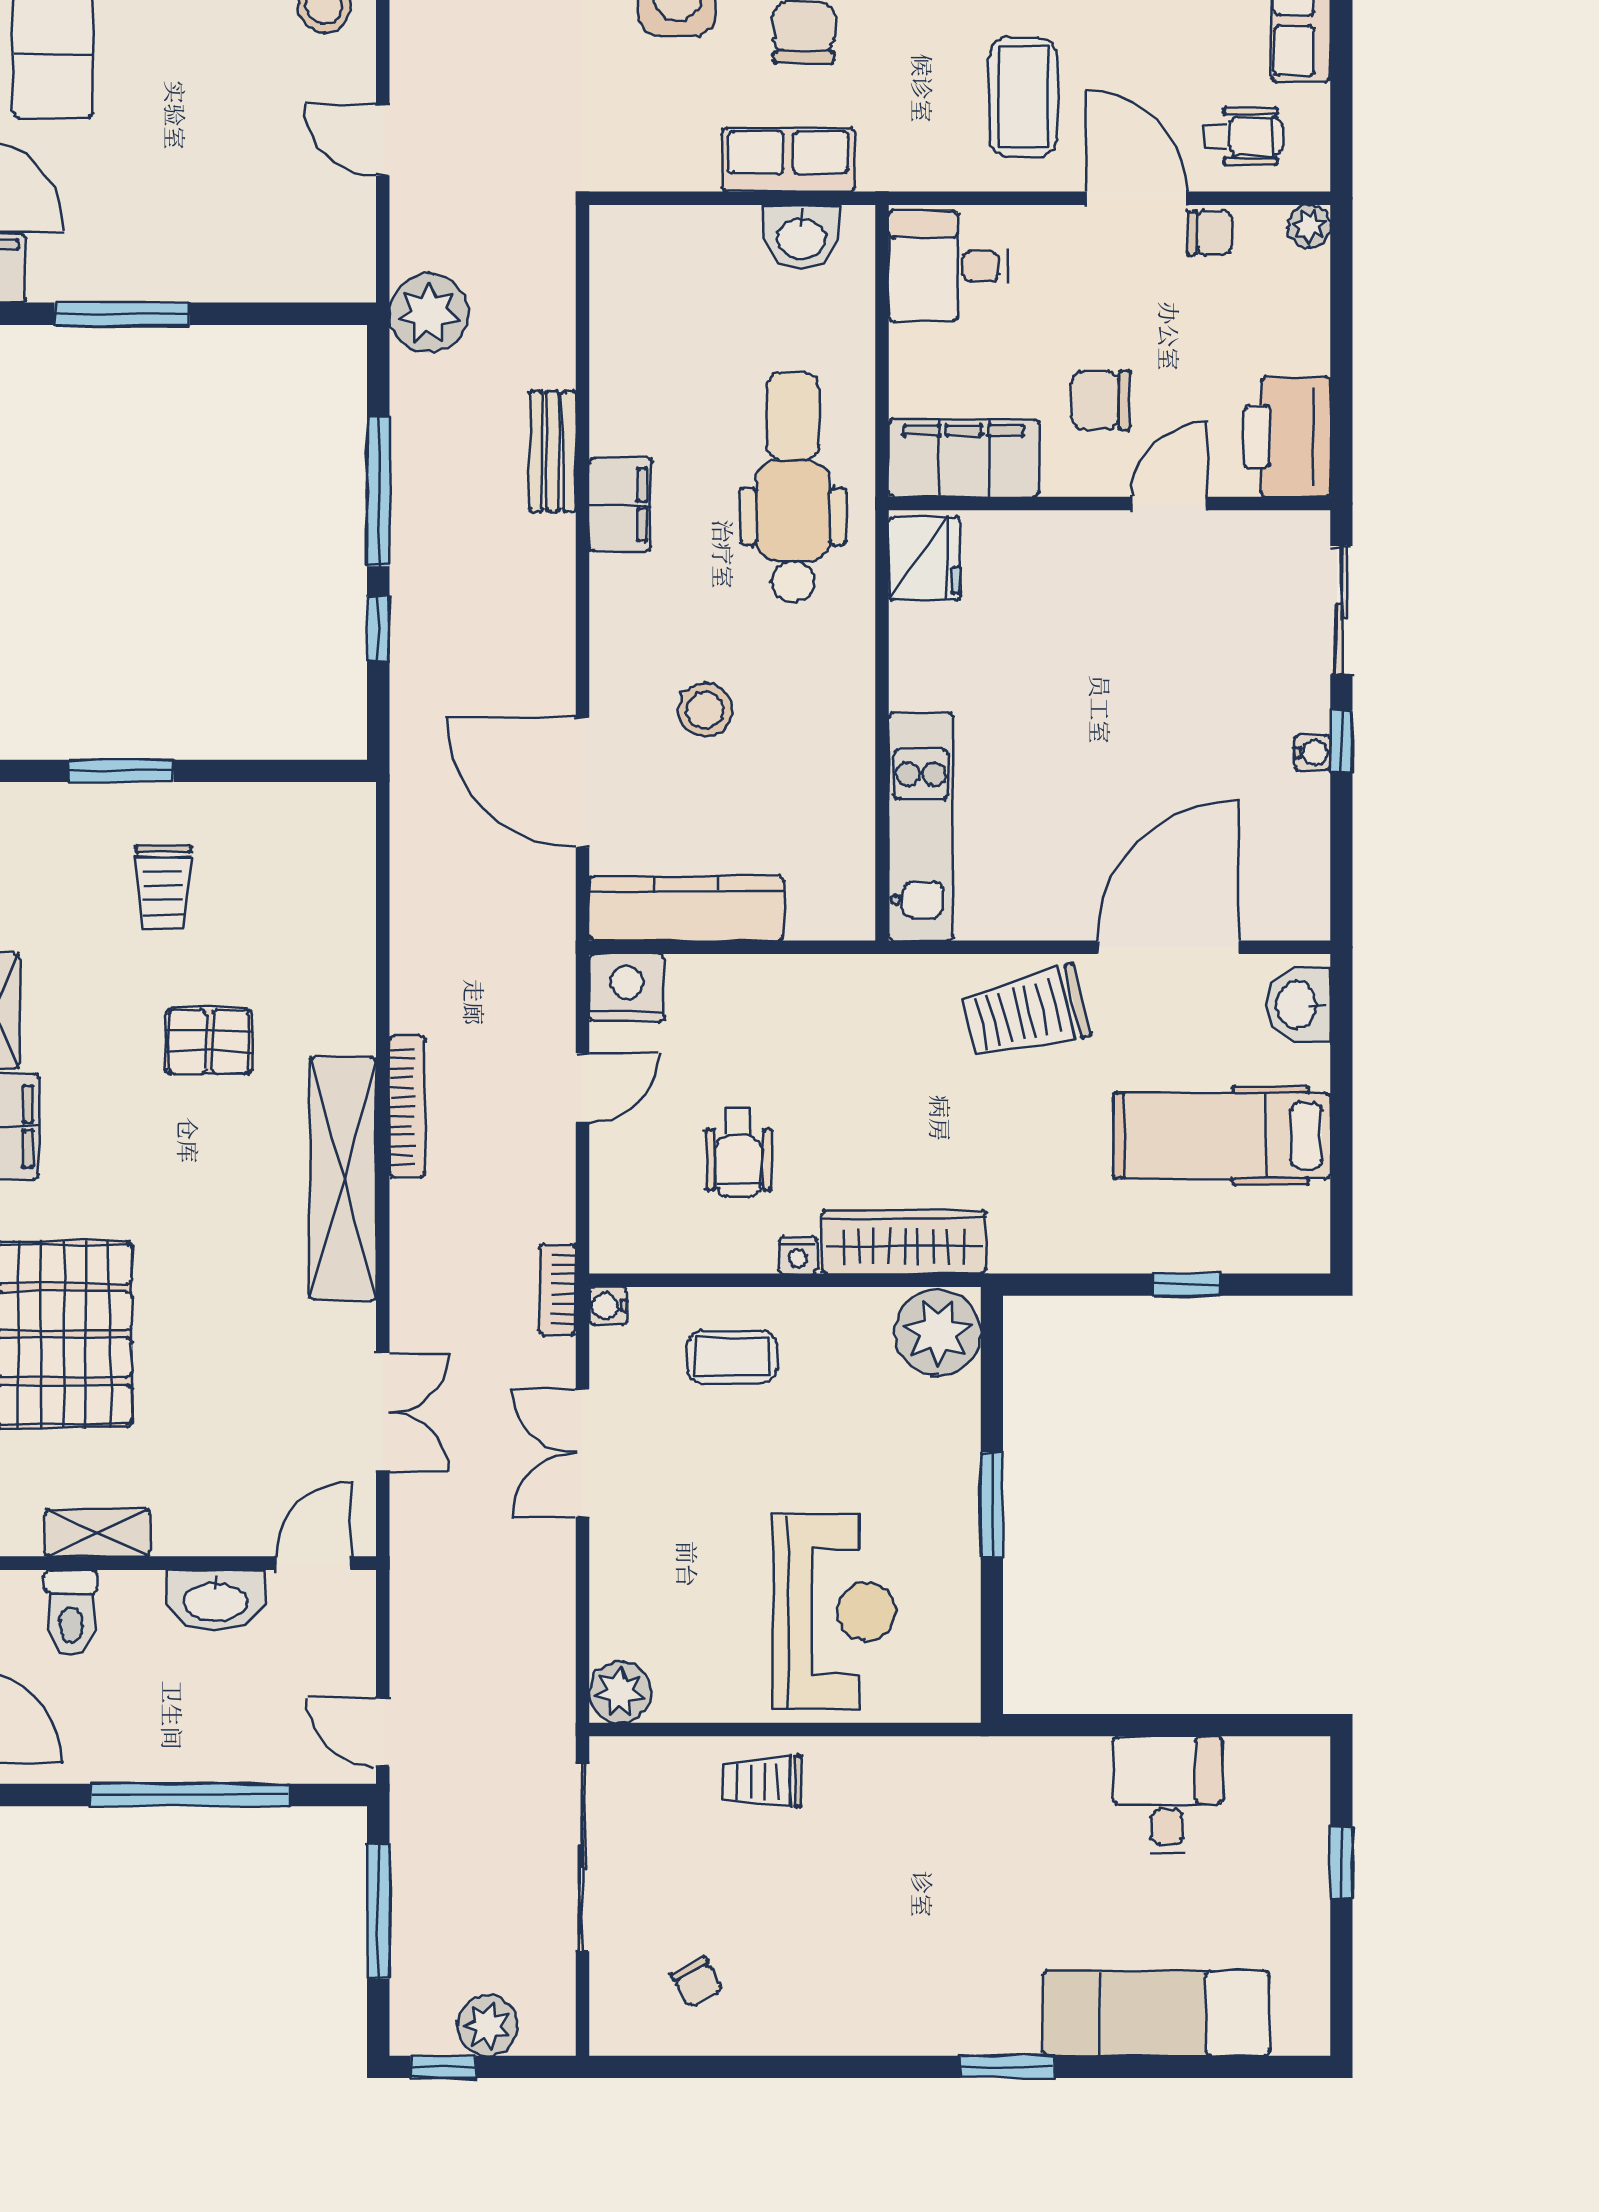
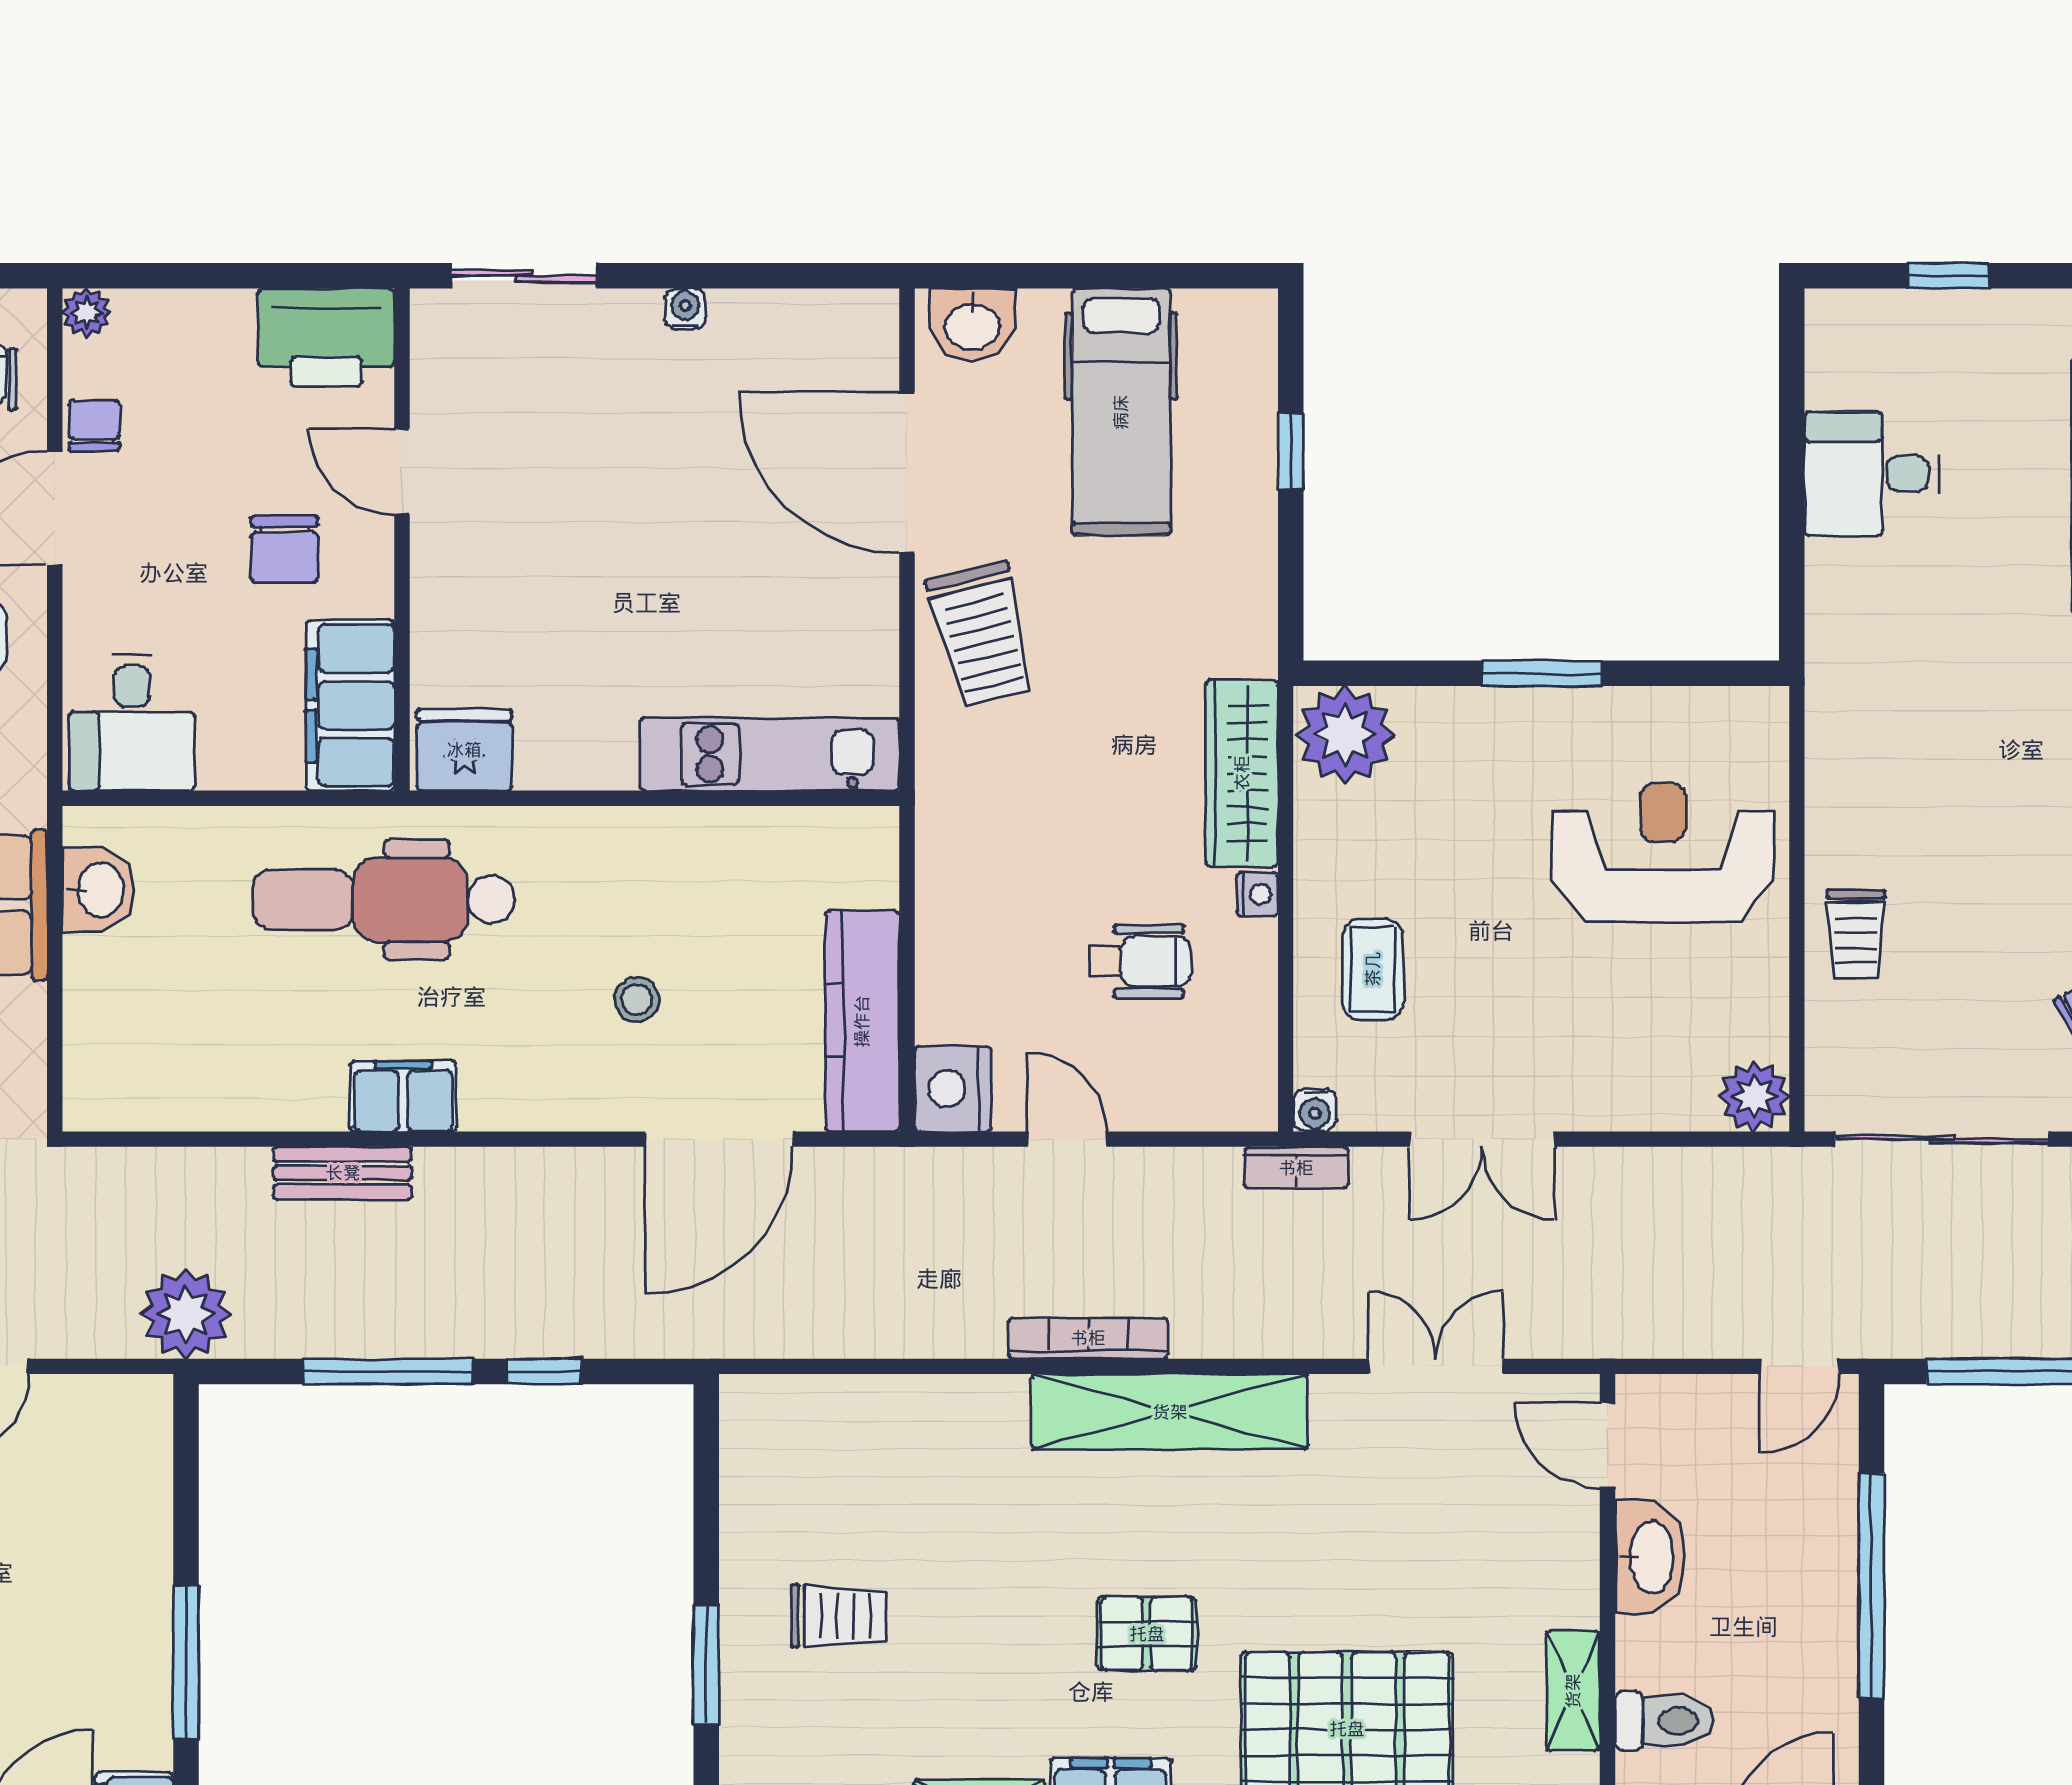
stool: (705, 710) -> (637, 1000), width x0.73, depth x0.73
window: (1341, 742) -> (673, 276), removed
pallet: (209, 1041) -> (1147, 1634), moved, turned 90

